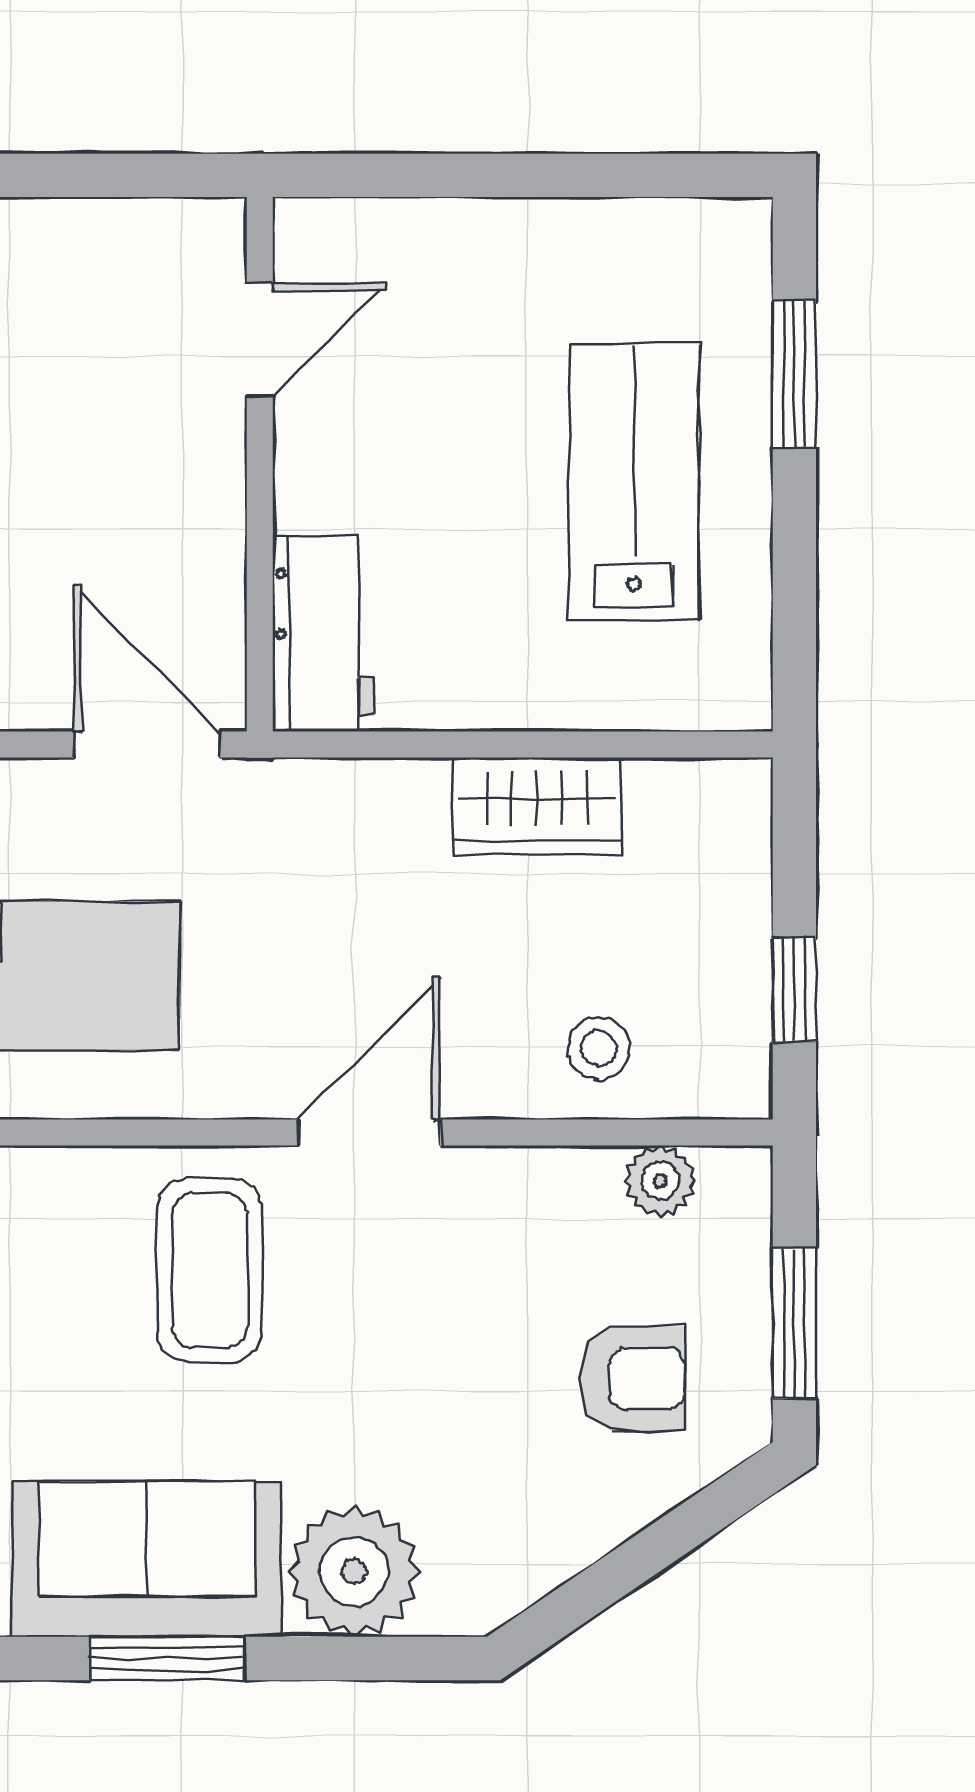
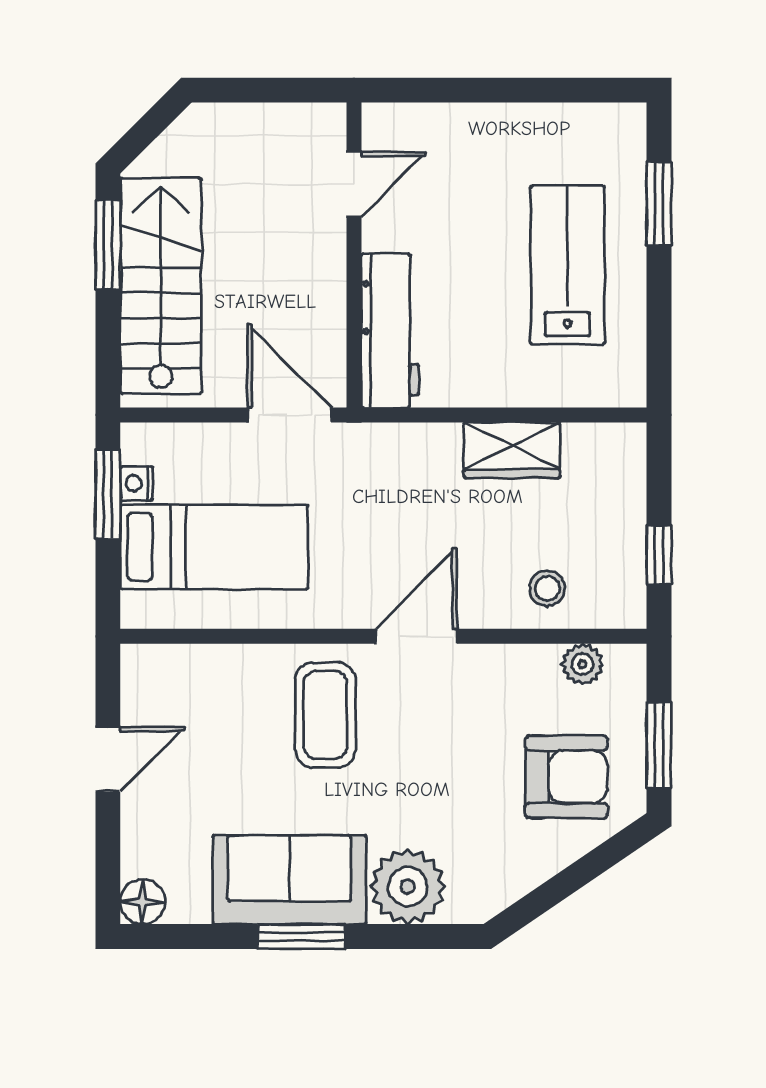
workbench: (323, 634) -> (390, 331), width x1.38
armchair: (632, 1379) -> (567, 777), width x1.38, depth x1.38

